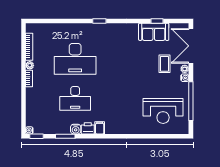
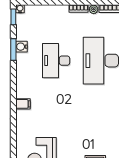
printer: (88, 128) -> (22, 75), removed
filing cabinet: (100, 128) -> (23, 104), moved
water cooler: (76, 129) -> (21, 47), moved

